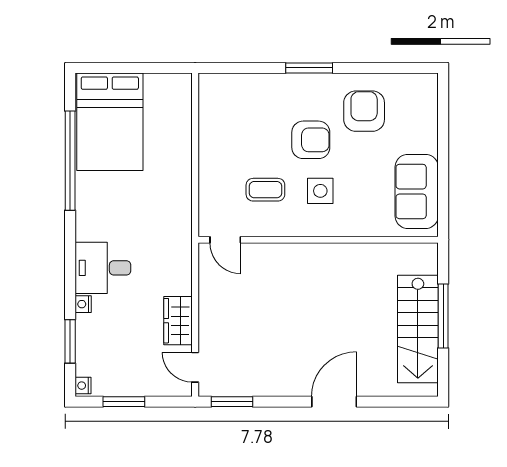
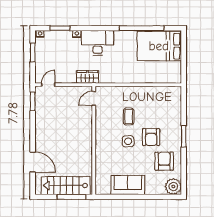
plant: (420, 91) -> (173, 187), added
armchair: (364, 111) -> (164, 161), turned -90
door: (225, 240) -> (94, 98), moved
wall: (318, 240) -> (94, 140), moved
desk: (103, 268) -> (98, 43), width x1.37
wardrobe: (178, 321) -> (87, 77), moved
door: (334, 402) -> (33, 162), moved

